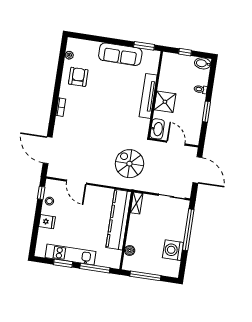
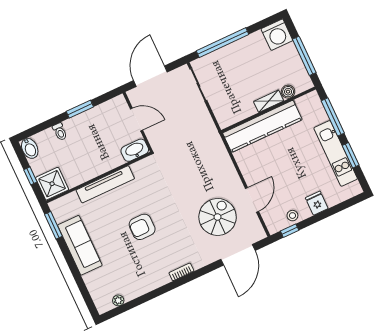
armchair: (78, 77) -> (142, 227), moved
shower: (165, 102) -> (52, 184), moved
door: (176, 143) -> (137, 119), swing flipped
spiral stairs: (129, 164) -> (218, 217), moved, turned 180
shelving: (137, 203) -> (269, 101), moved
washing machine: (173, 250) -> (277, 35), moved

